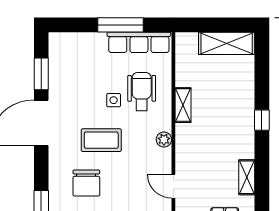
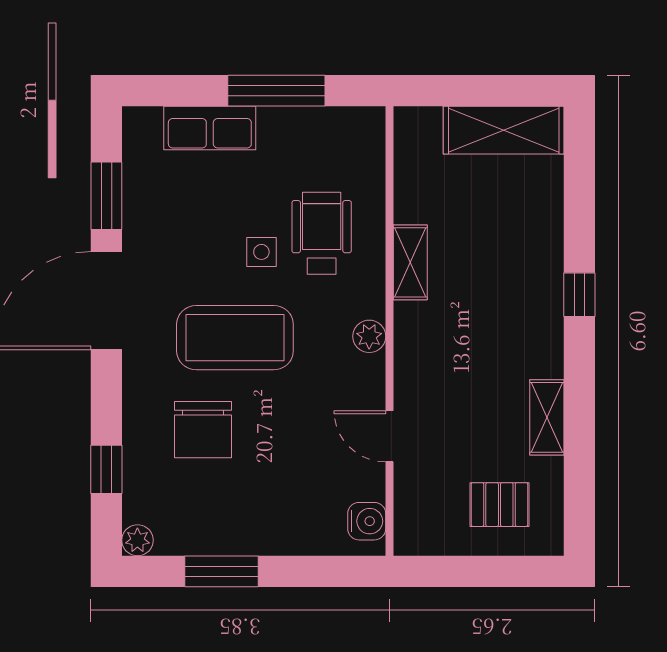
row of seats: (139, 42) -> (210, 128), moved, width x0.68
coffee table: (101, 140) -> (235, 338), width x1.36, depth x1.32

